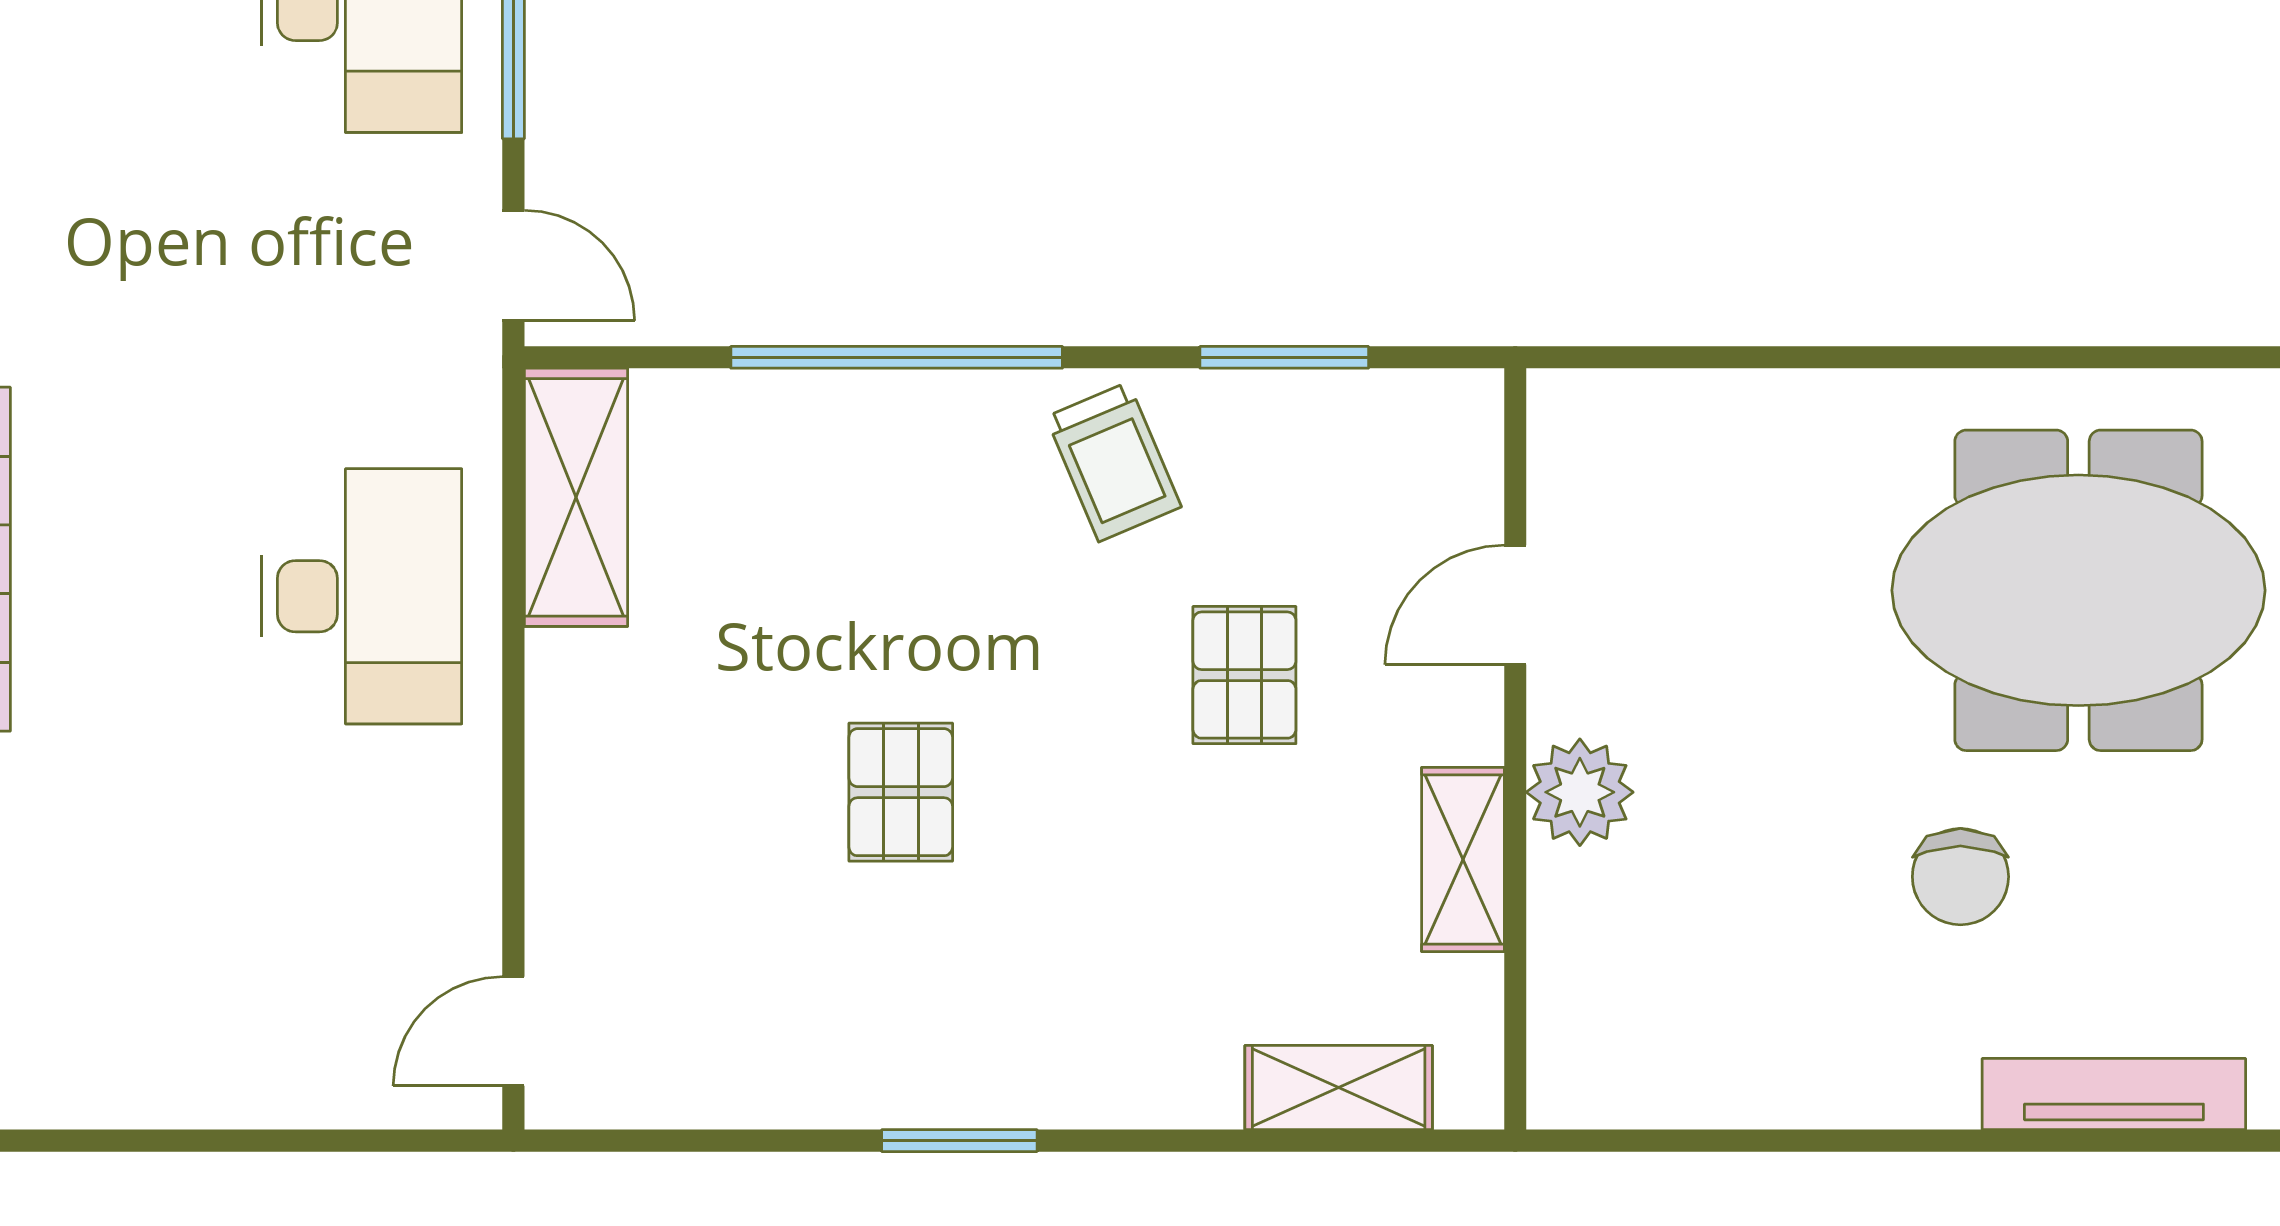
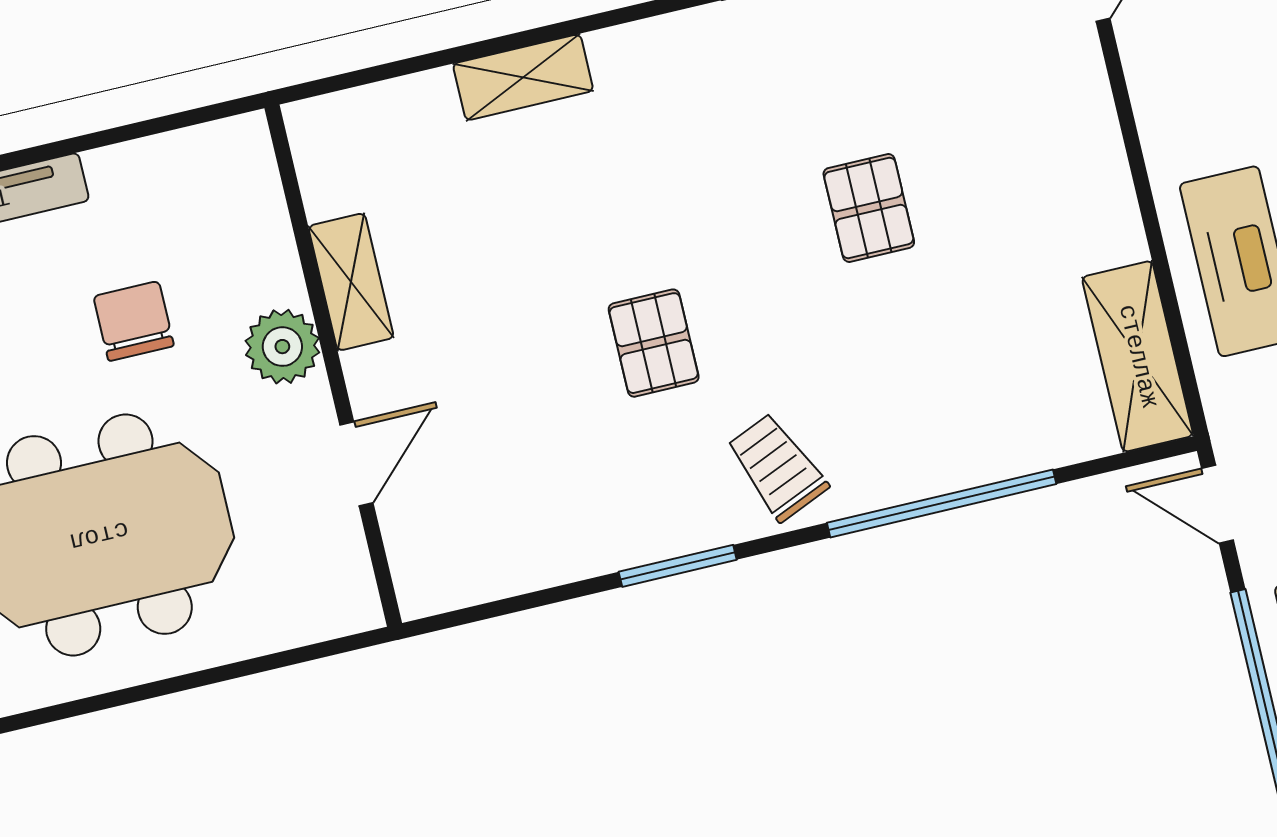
door: (1515, 605) -> (356, 464), moved
wall: (1515, 749) -> (333, 366), moved
plant: (1580, 792) -> (282, 347), moved
shelving: (1463, 860) -> (351, 282), moved

